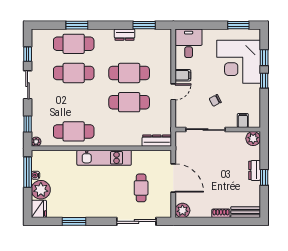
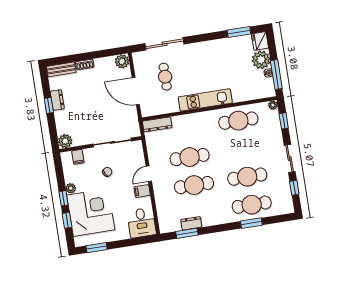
dresser: (125, 35) -> (191, 223), moved
plant: (255, 90) -> (71, 188), added
dresser: (255, 170) -> (57, 100), moved
window: (74, 221) -> (239, 32), moved

